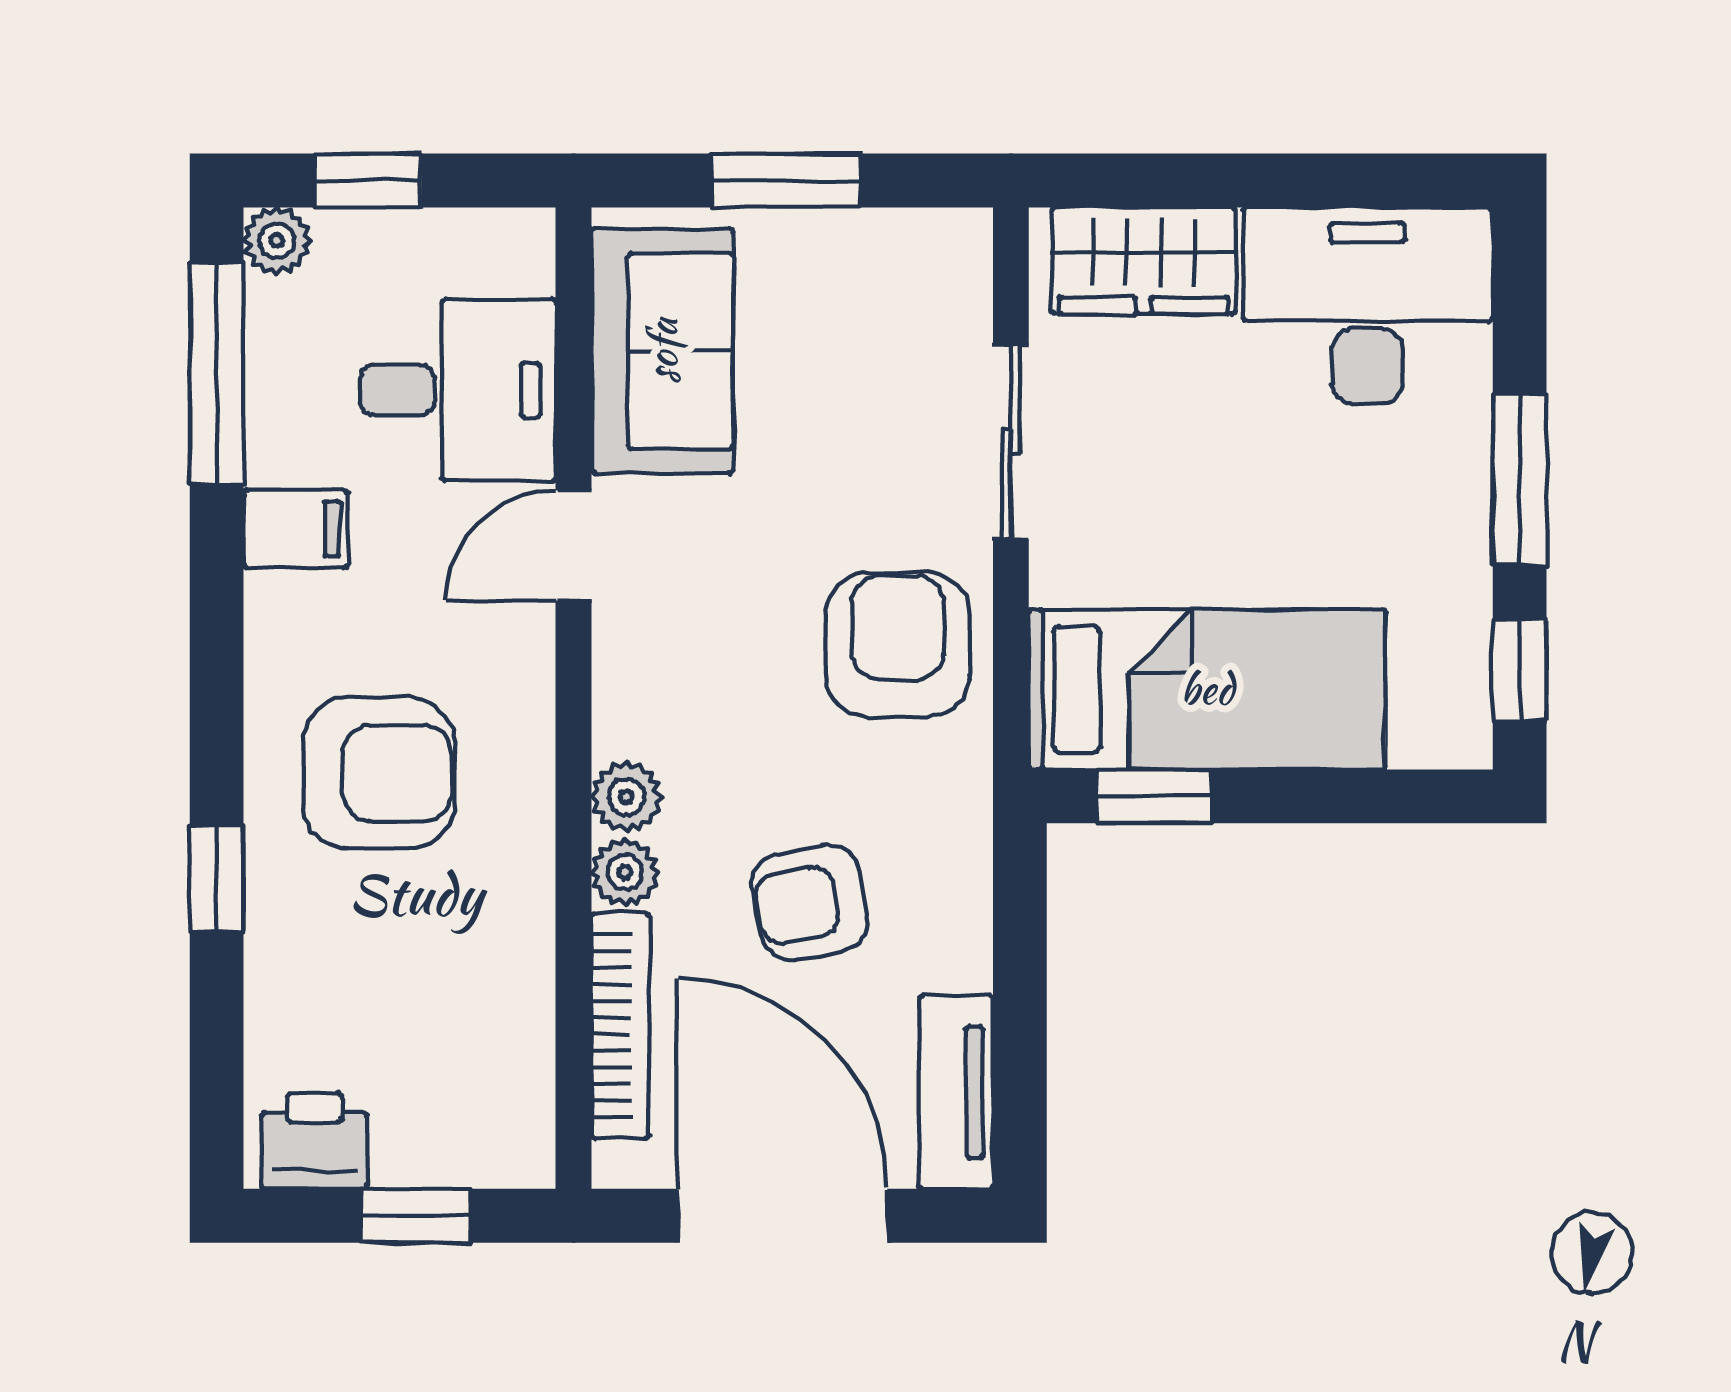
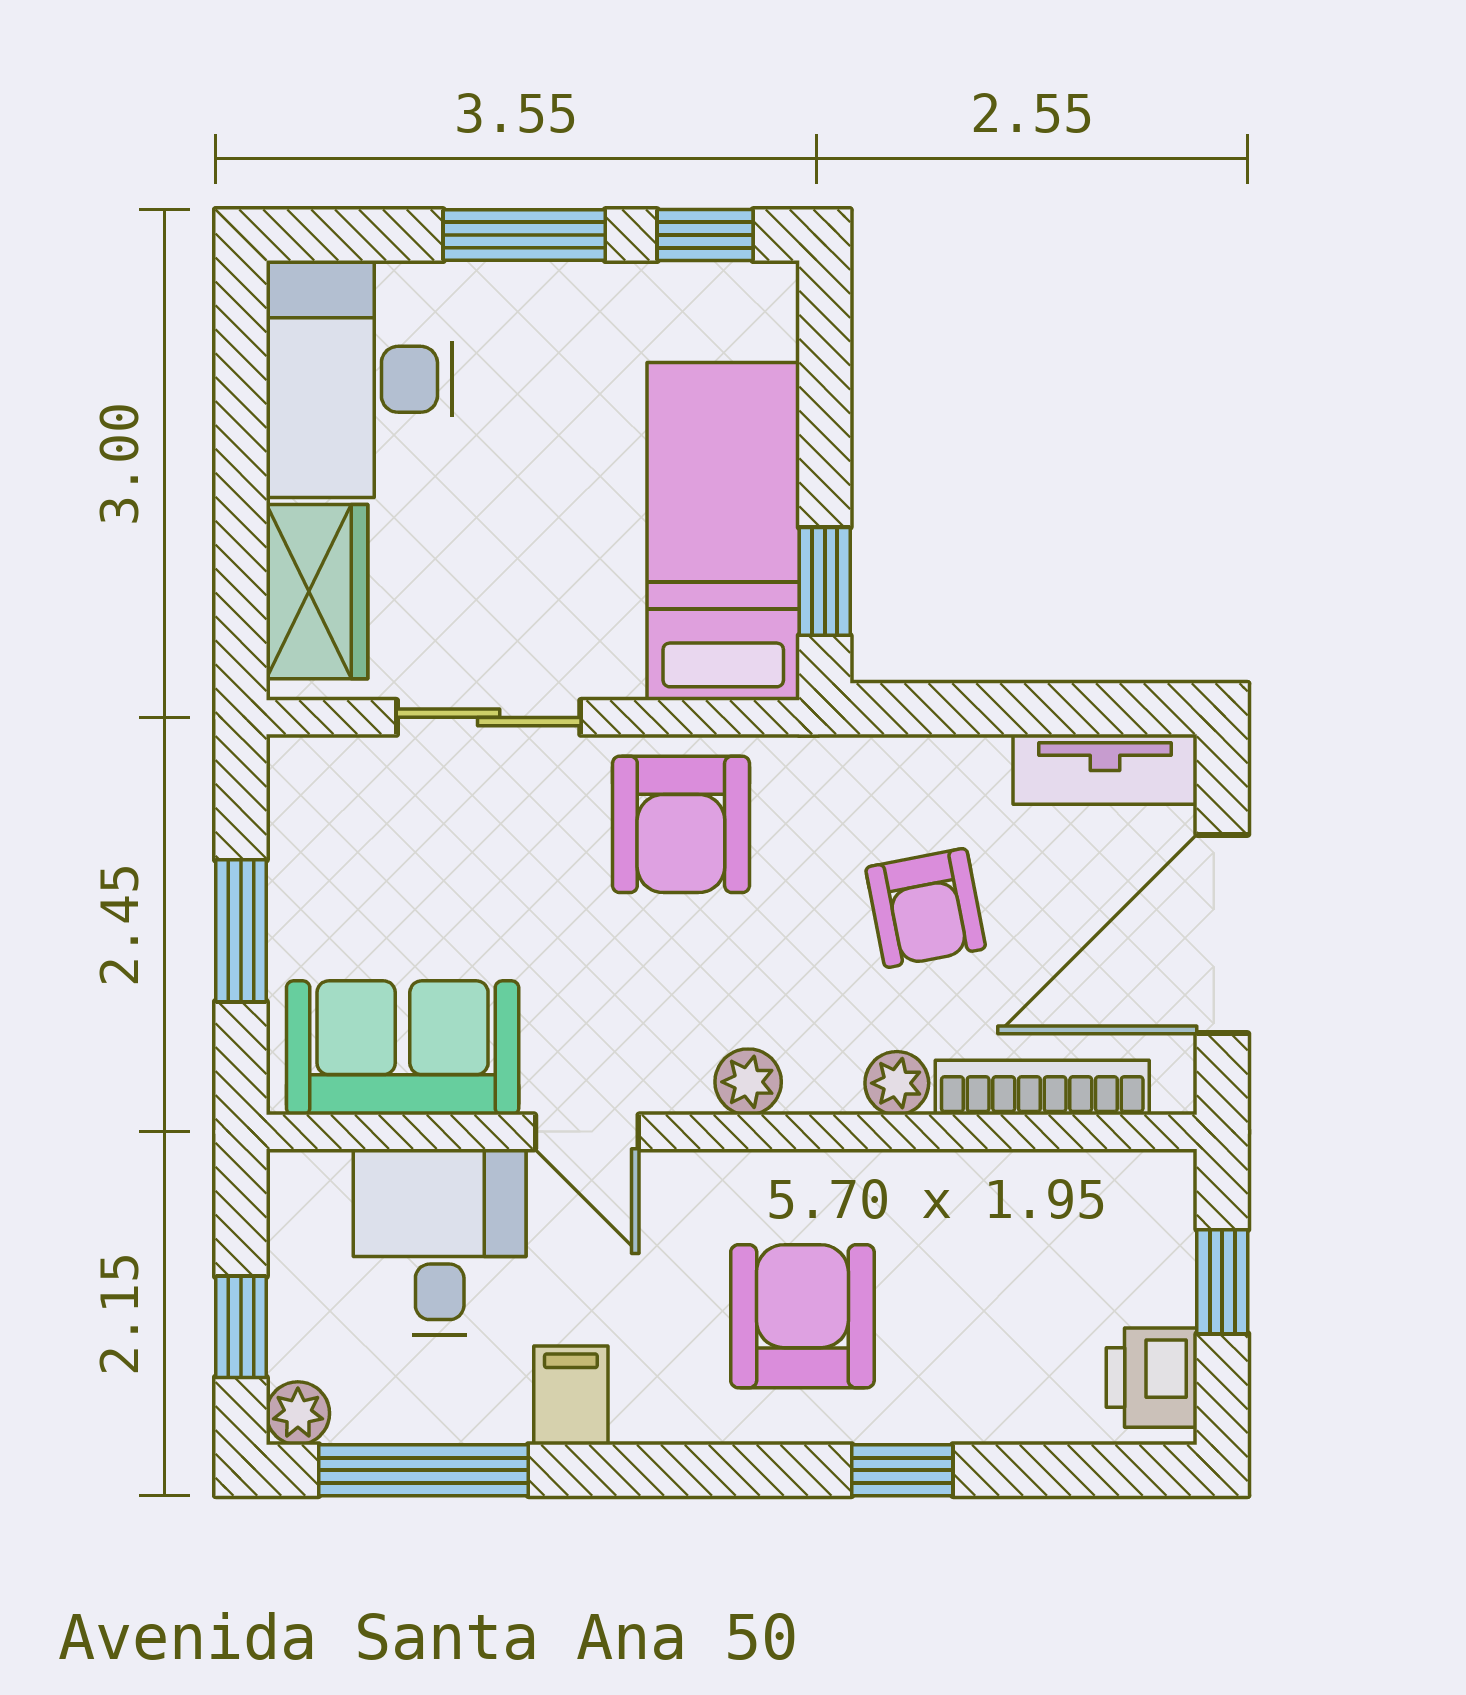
armchair: (898, 645) -> (681, 824), turned -90
plant: (626, 797) -> (748, 1082), moved

